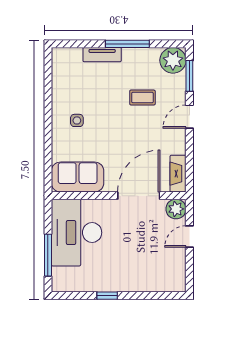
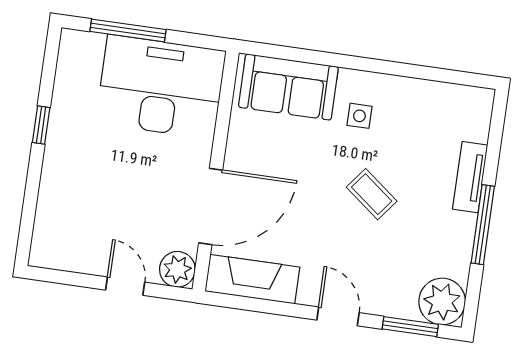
coffee table: (142, 98) -> (372, 194), moved, turned -52
fireplace: (178, 174) -> (252, 279), width x1.37, depth x1.32
sofa: (78, 177) -> (288, 87), moved, turned 90
door: (139, 196) -> (211, 206), hinge flipped

